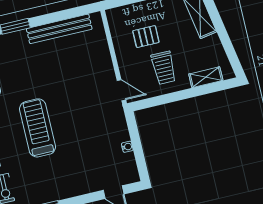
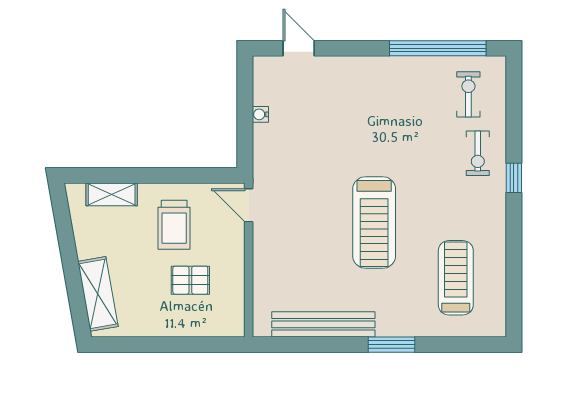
trolley: (164, 68) -> (174, 225), turned 180
treadmill: (38, 128) -> (374, 222), moved

